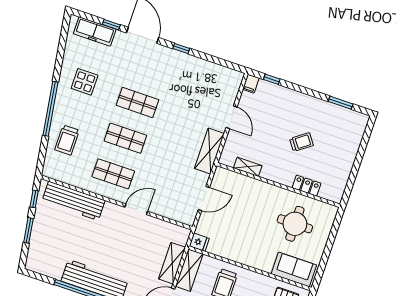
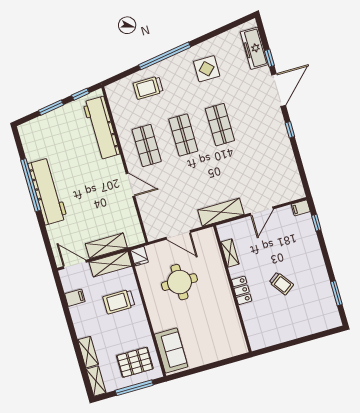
locker: (307, 186) -> (242, 290), moved
round table: (295, 224) -> (179, 282), moved

